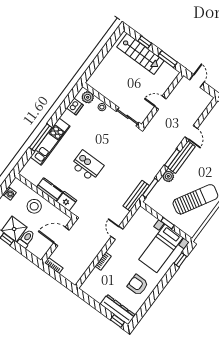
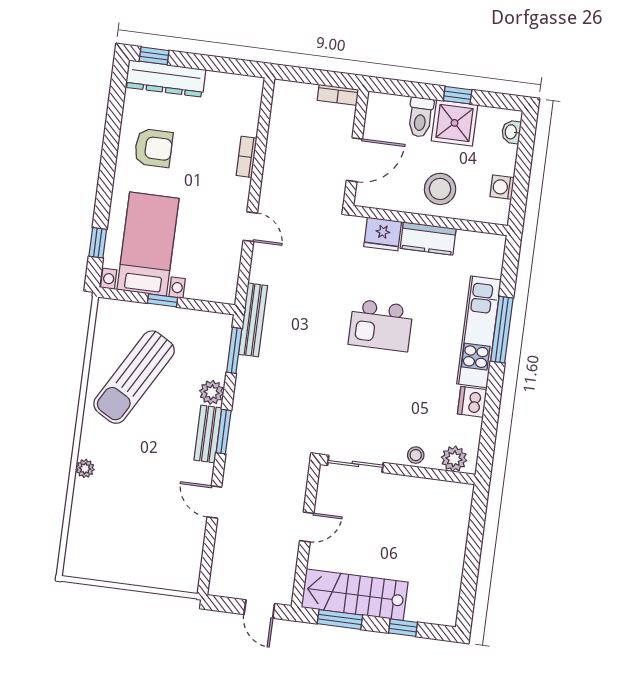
stairs: (140, 54) -> (355, 595), moved
dishwasher: (75, 107) -> (472, 402), moved
bench: (182, 157) -> (208, 434), width x0.73

